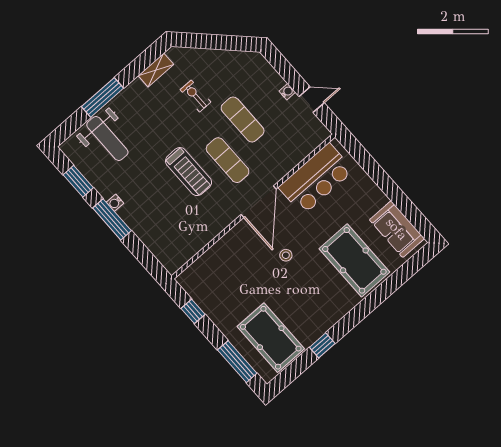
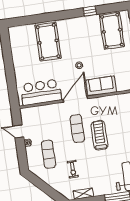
exercise mat: (243, 120) -> (49, 154), moved
sofa: (397, 229) -> (101, 86), moved, turned -90

